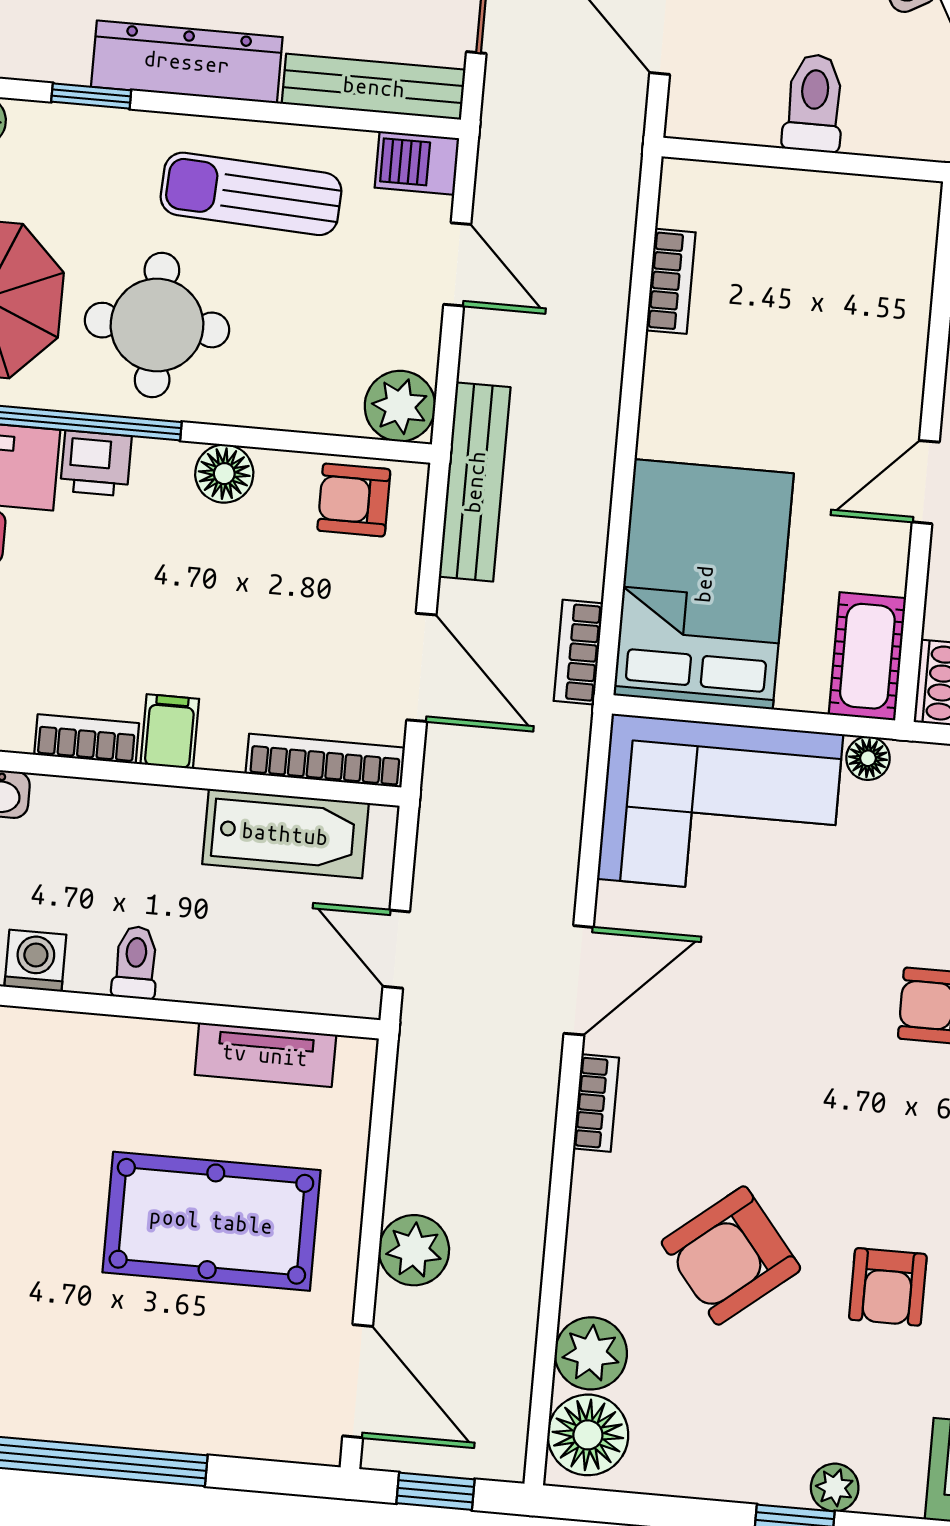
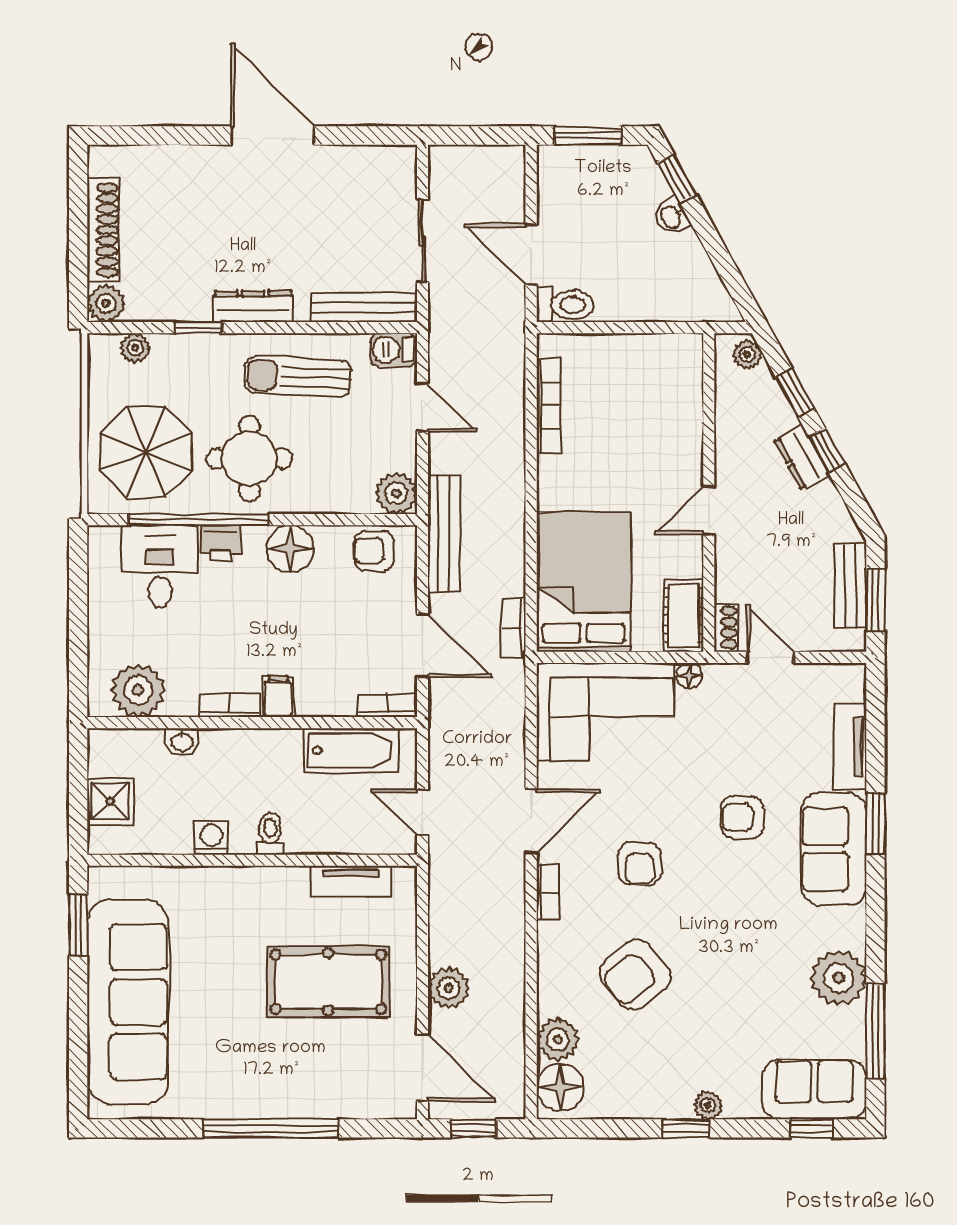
dresser: (187, 62) -> (253, 306), width x0.73, depth x0.80
toilet: (814, 103) -> (565, 305), moved, turned 90
bookcase: (671, 281) -> (549, 406), width x1.56
floor lamp: (224, 474) -> (290, 549), width x1.38, depth x1.38
bookcase: (325, 761) -> (387, 705), width x0.64
armchair: (888, 1287) -> (640, 864), moved

